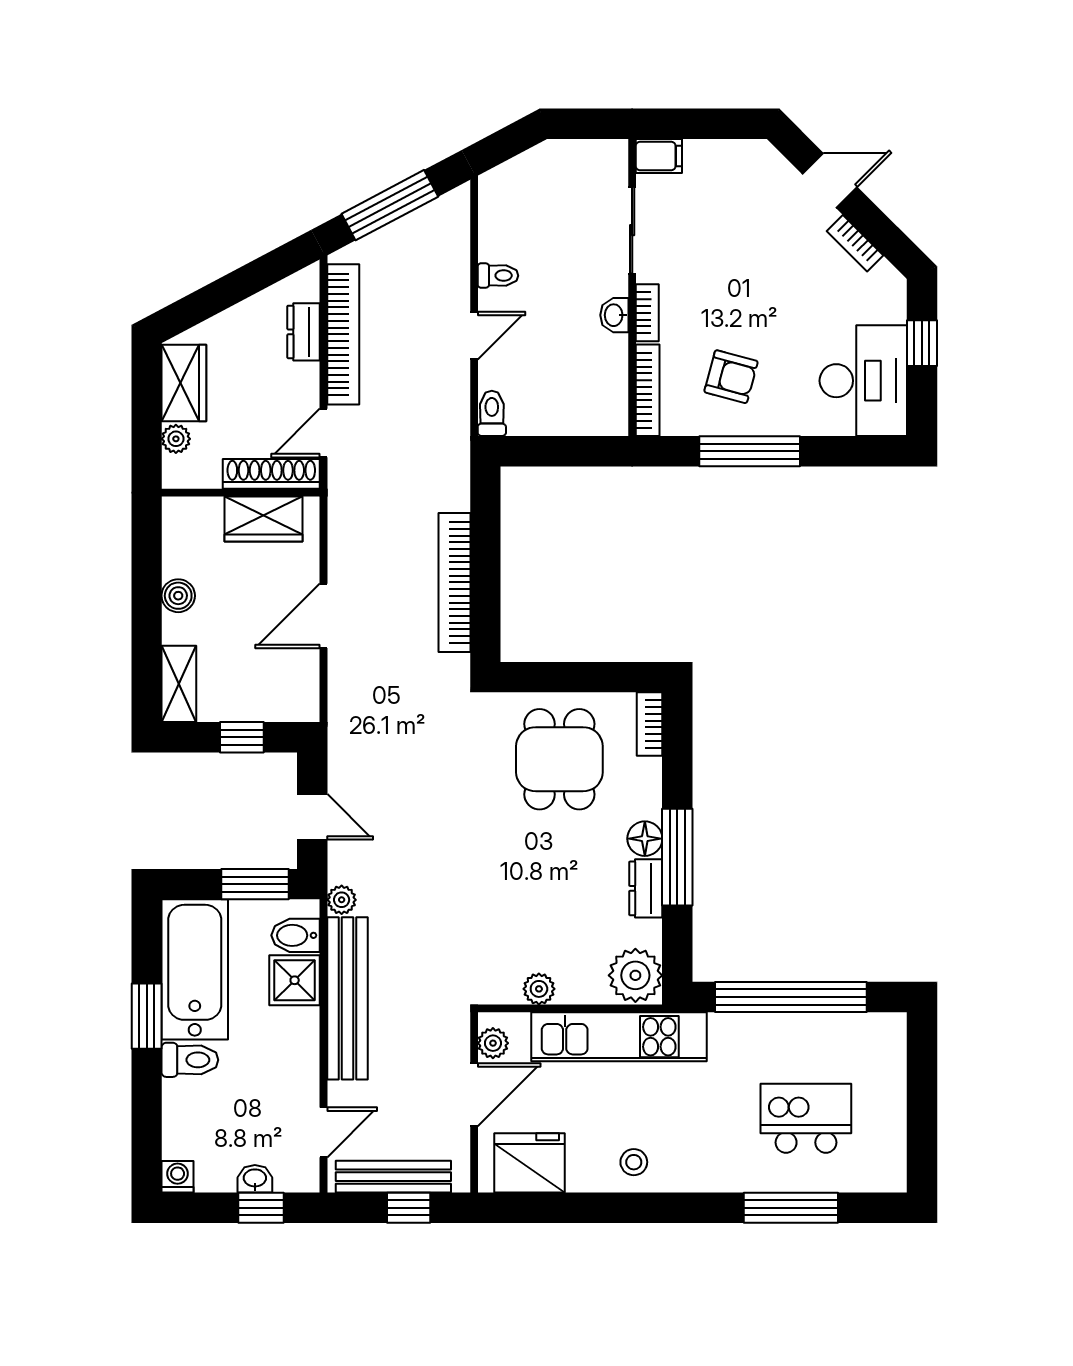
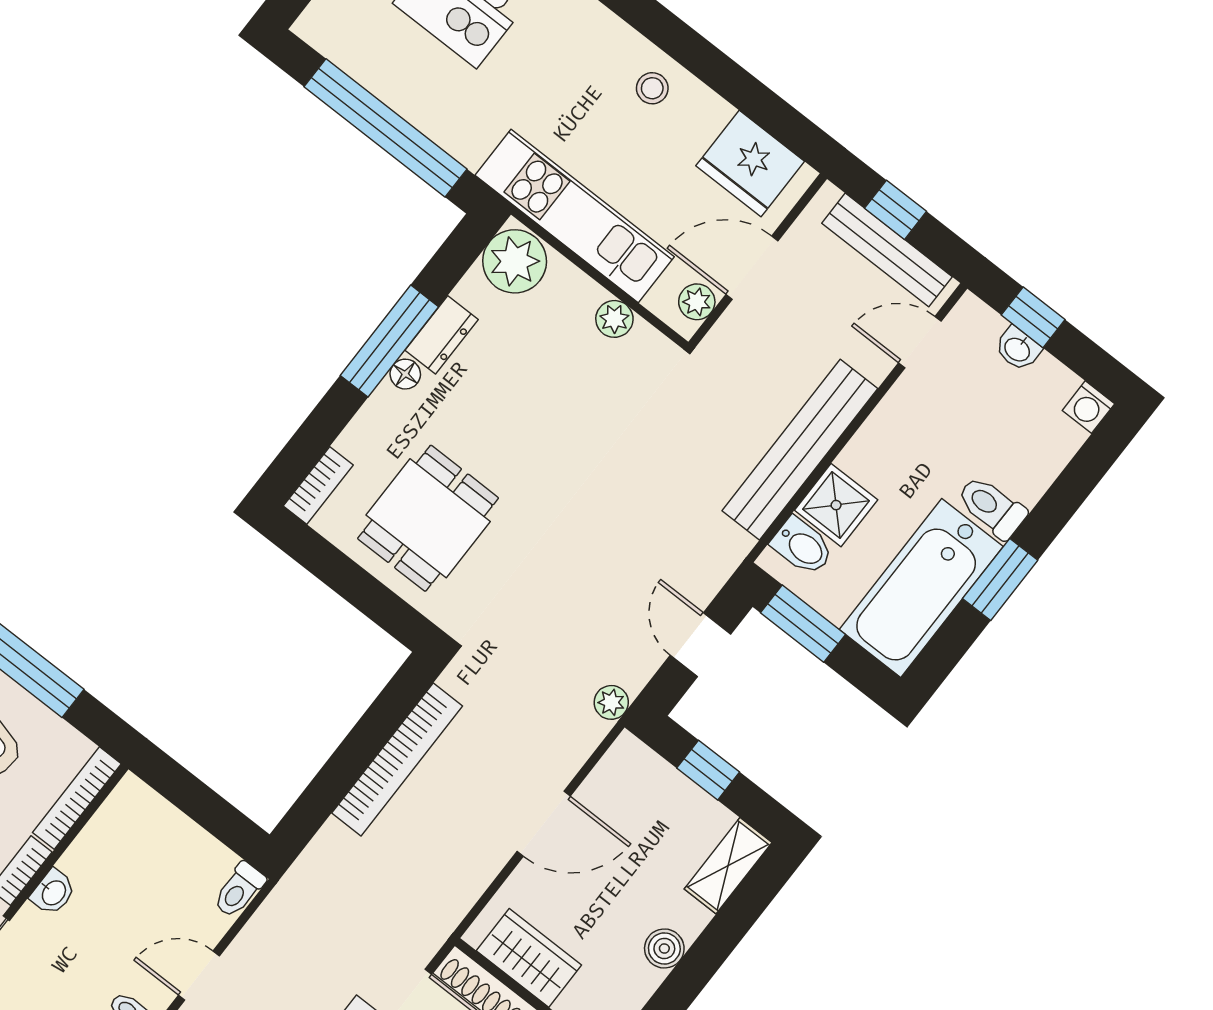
floor lamp: (645, 839) -> (405, 374), width x0.73, depth x0.73
plant: (342, 900) -> (611, 702), moved

